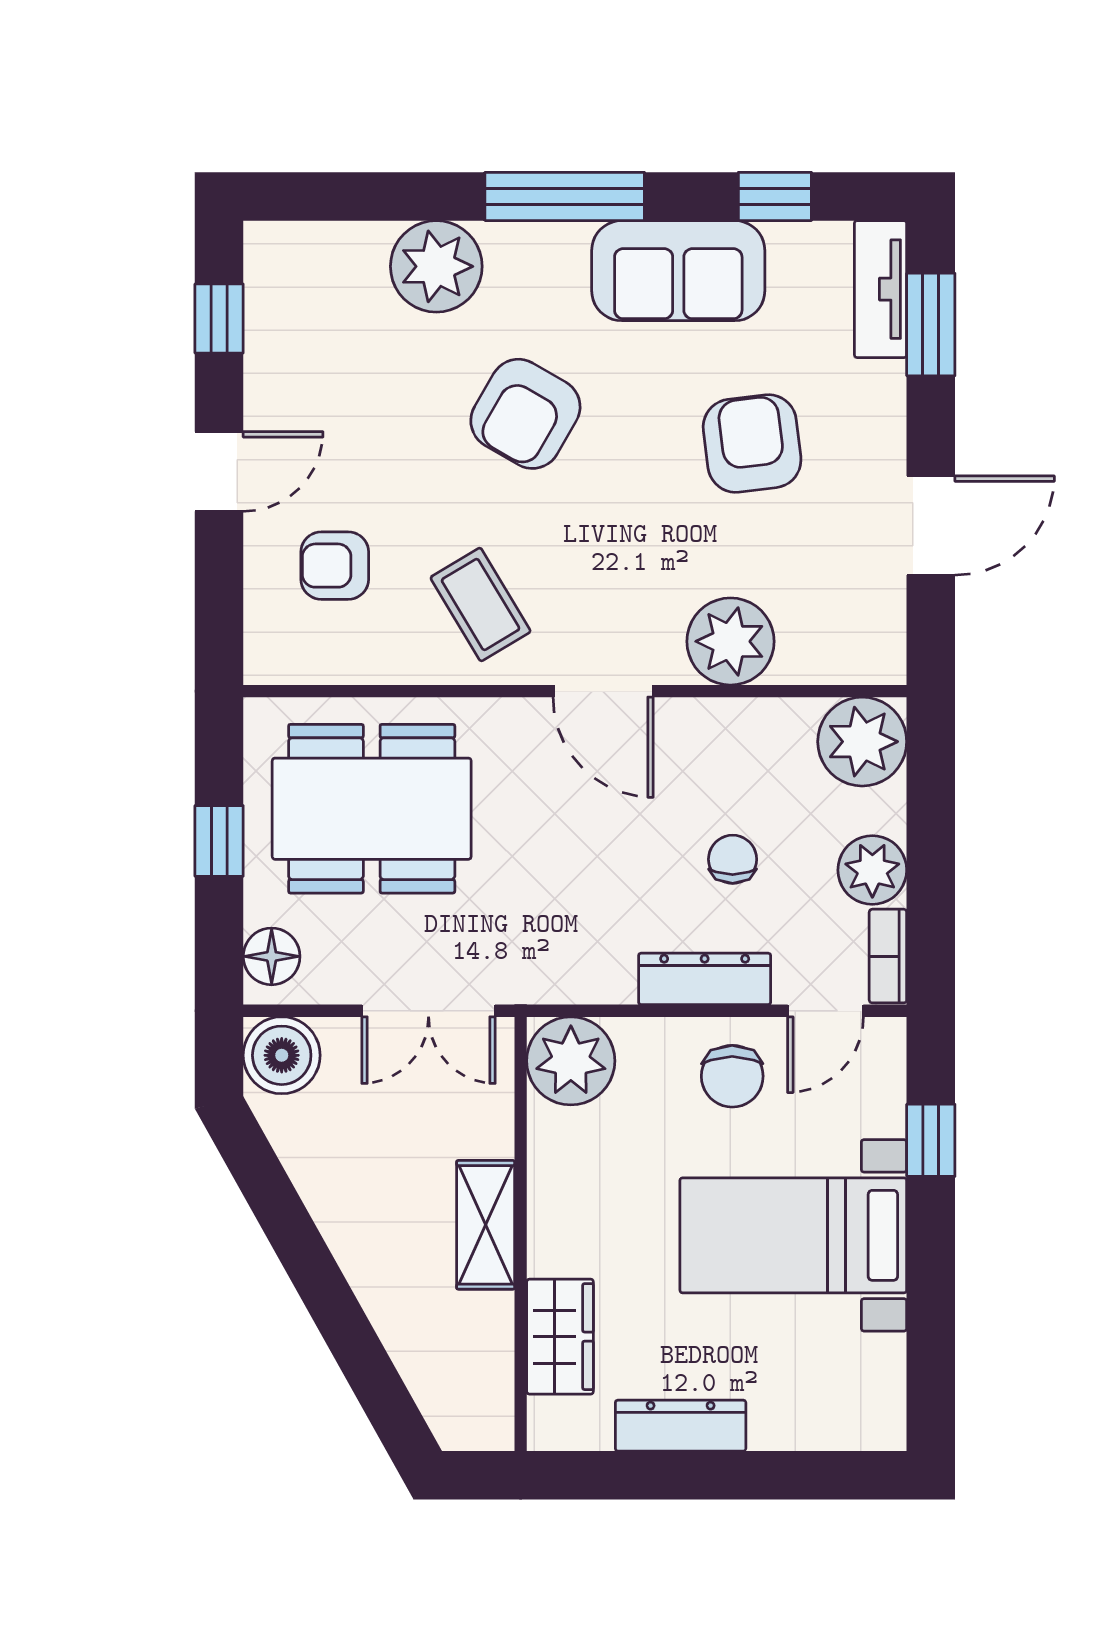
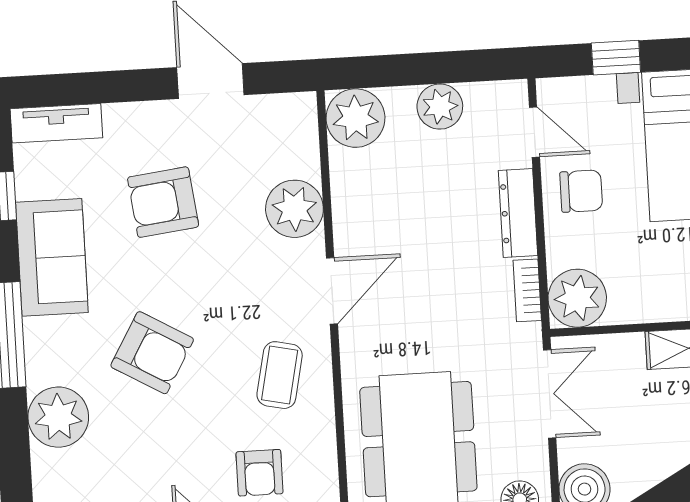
window: (931, 324) -> (78, 89), removed
coffee table: (481, 604) -> (280, 375), turned -47
chair: (733, 859) -> (438, 199), removed
bookcase: (888, 956) -> (527, 290), moved, turned 90

